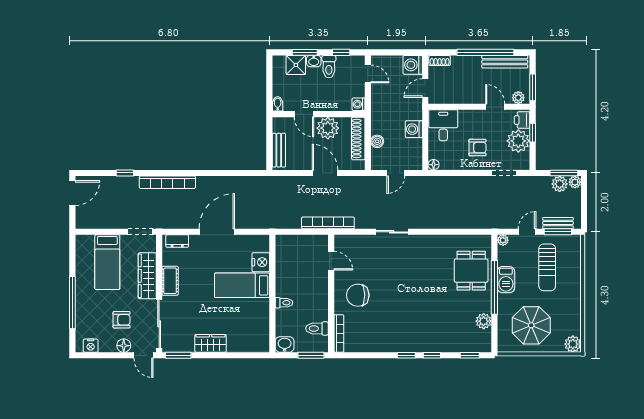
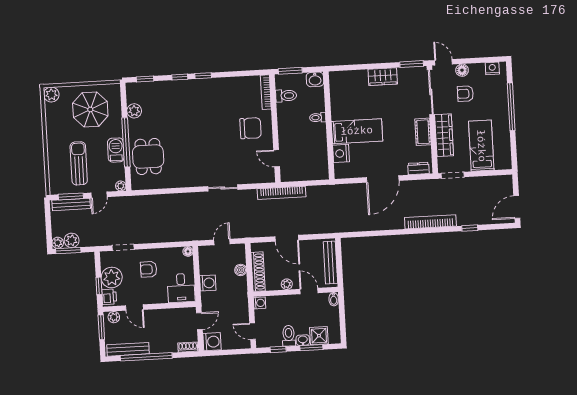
plant: (328, 128) -> (287, 284), width x0.53, depth x0.53
bench: (279, 150) -> (330, 262), width x1.36
bench: (558, 223) -> (71, 204), width x1.36

